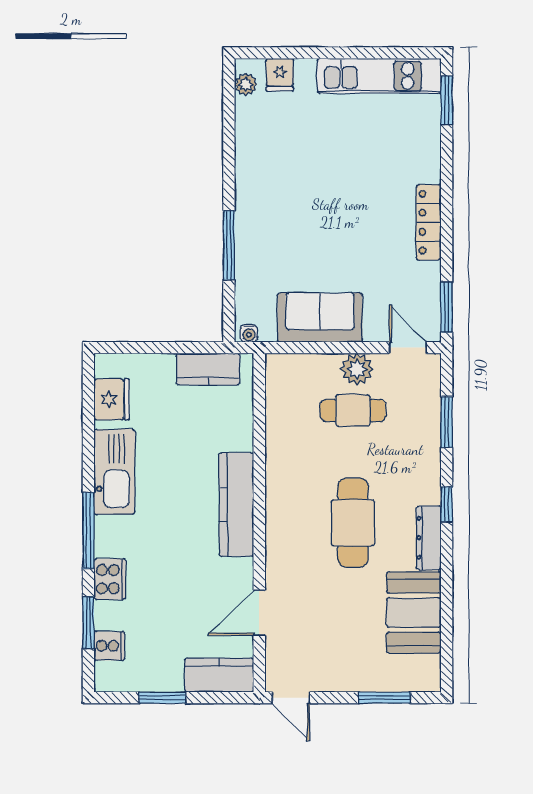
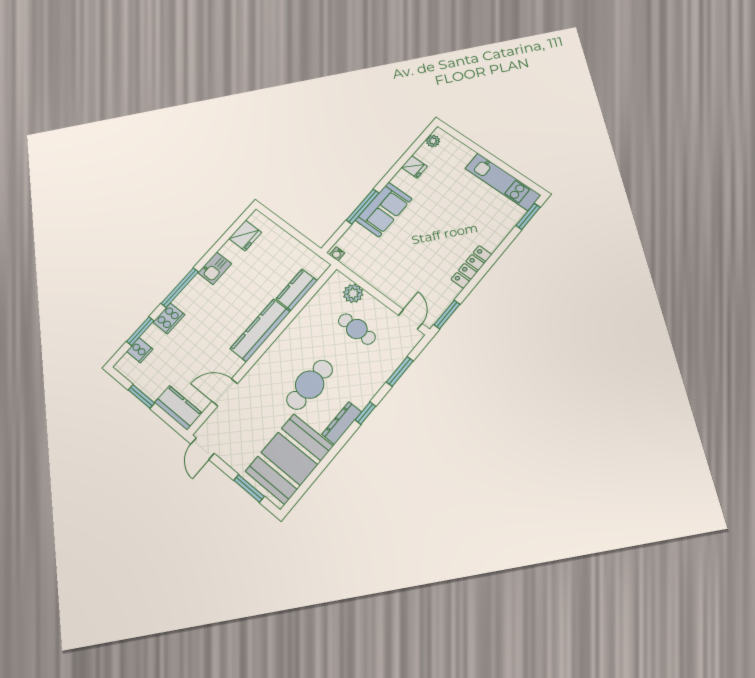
fridge: (280, 75) -> (414, 167), moved, turned -90
sofa: (320, 318) -> (384, 210), moved, turned 90
kitchen counter: (208, 369) -> (297, 290), moved, turned 90
plant: (357, 369) -> (353, 293), moved
kitchen sink: (114, 472) -> (215, 268), width x0.53, depth x0.81
booth: (414, 613) -> (289, 459), width x1.36, depth x1.42

